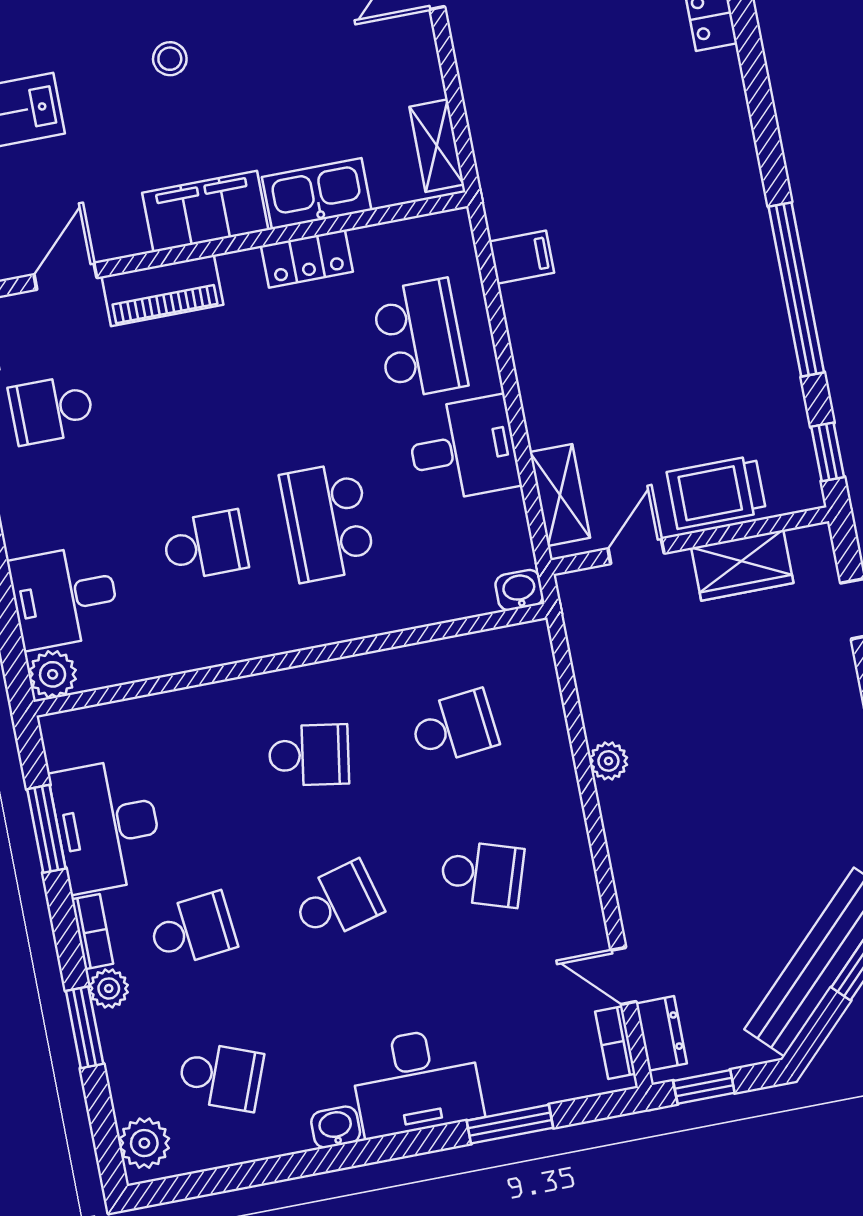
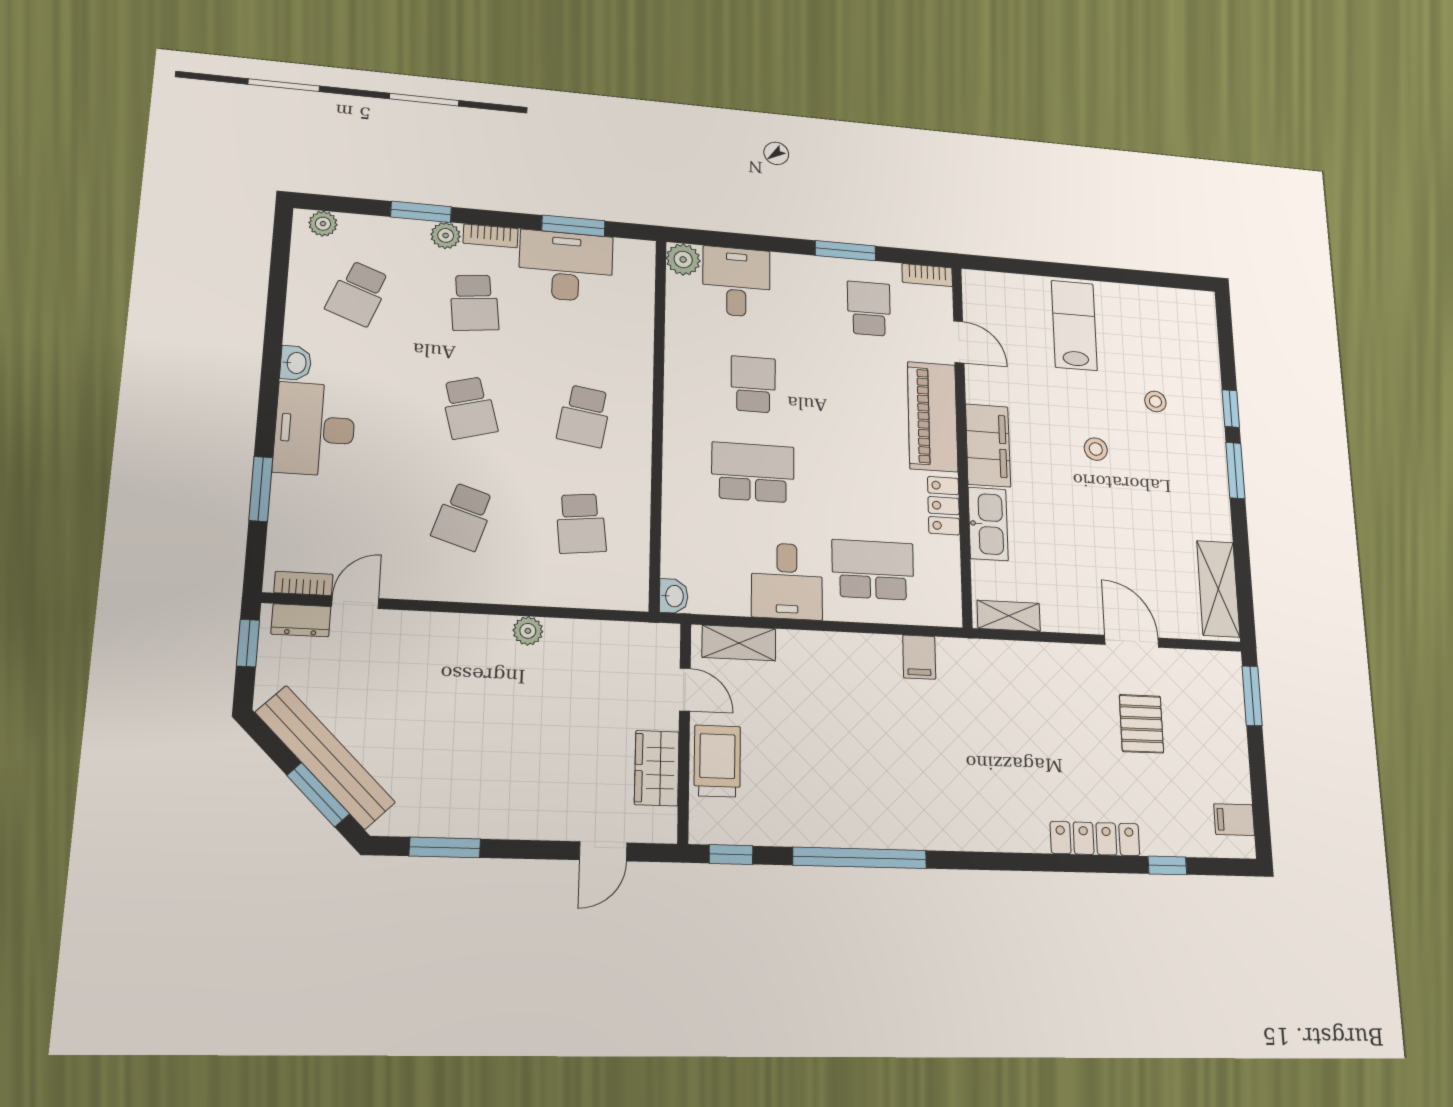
piano: (162, 291) -> (933, 417), width x1.37, depth x1.33
school desk: (420, 339) -> (873, 570), turned 180
school desk: (205, 545) -> (753, 384), turned 180
plant: (144, 1143) -> (323, 224), width x0.73, depth x0.73

